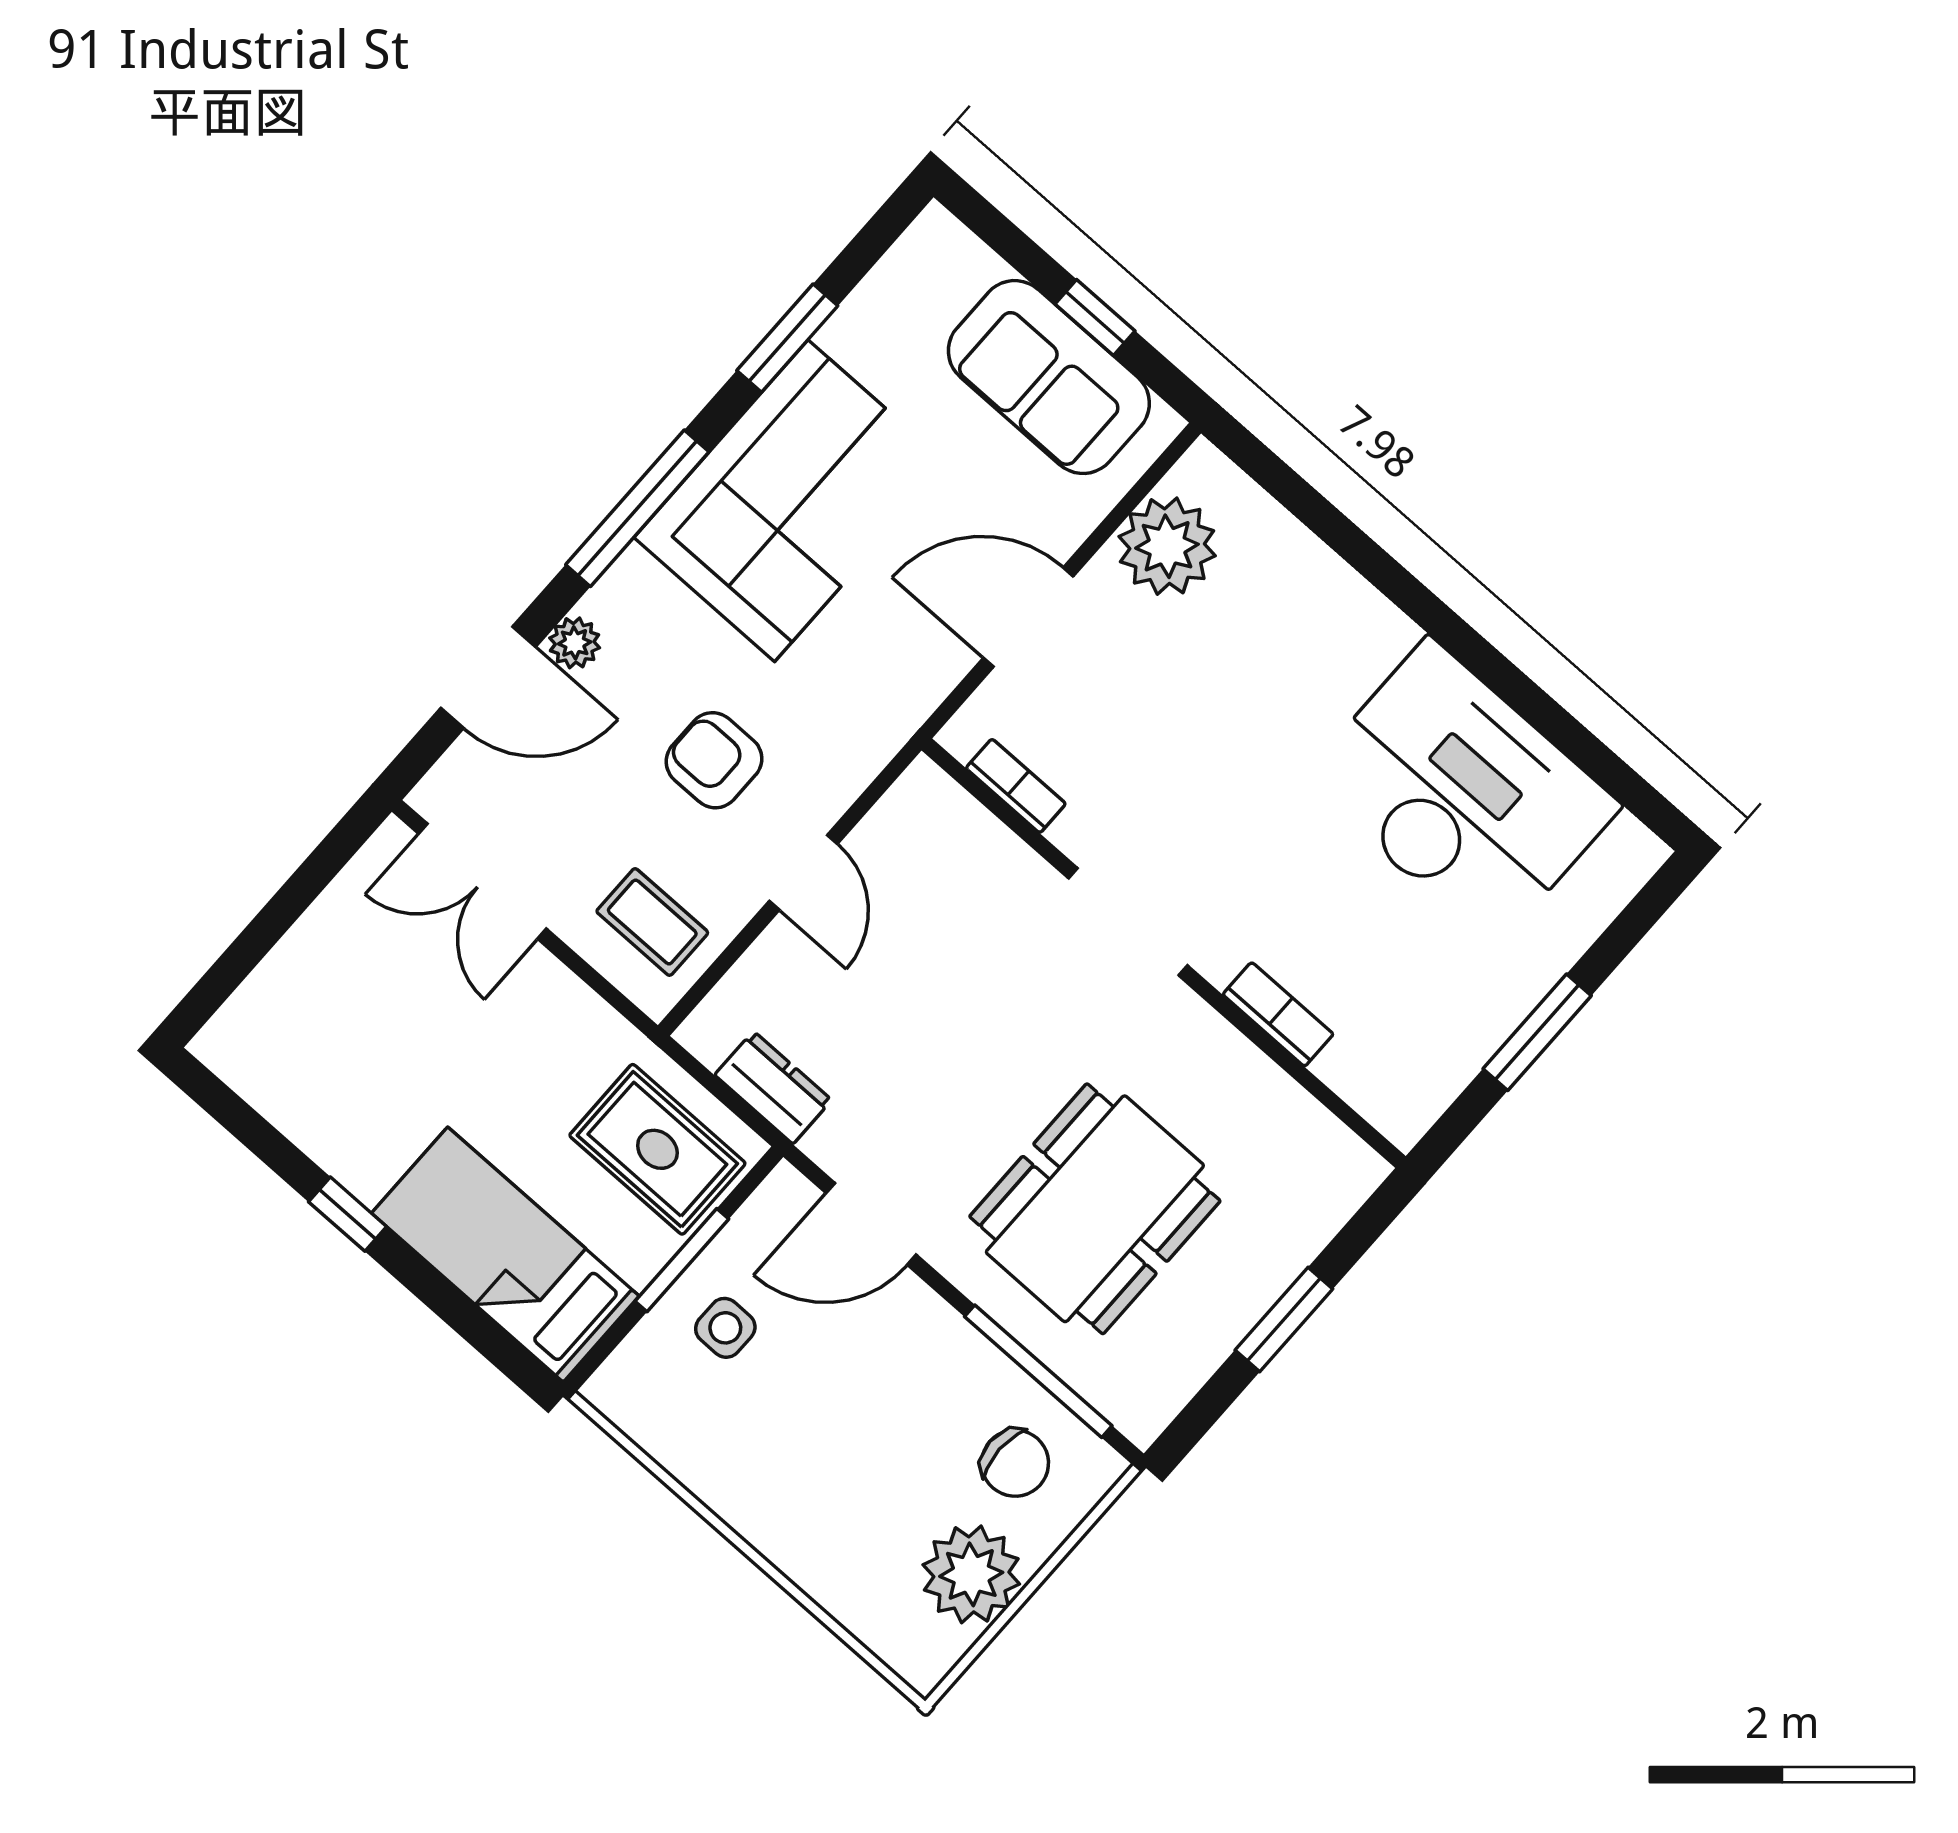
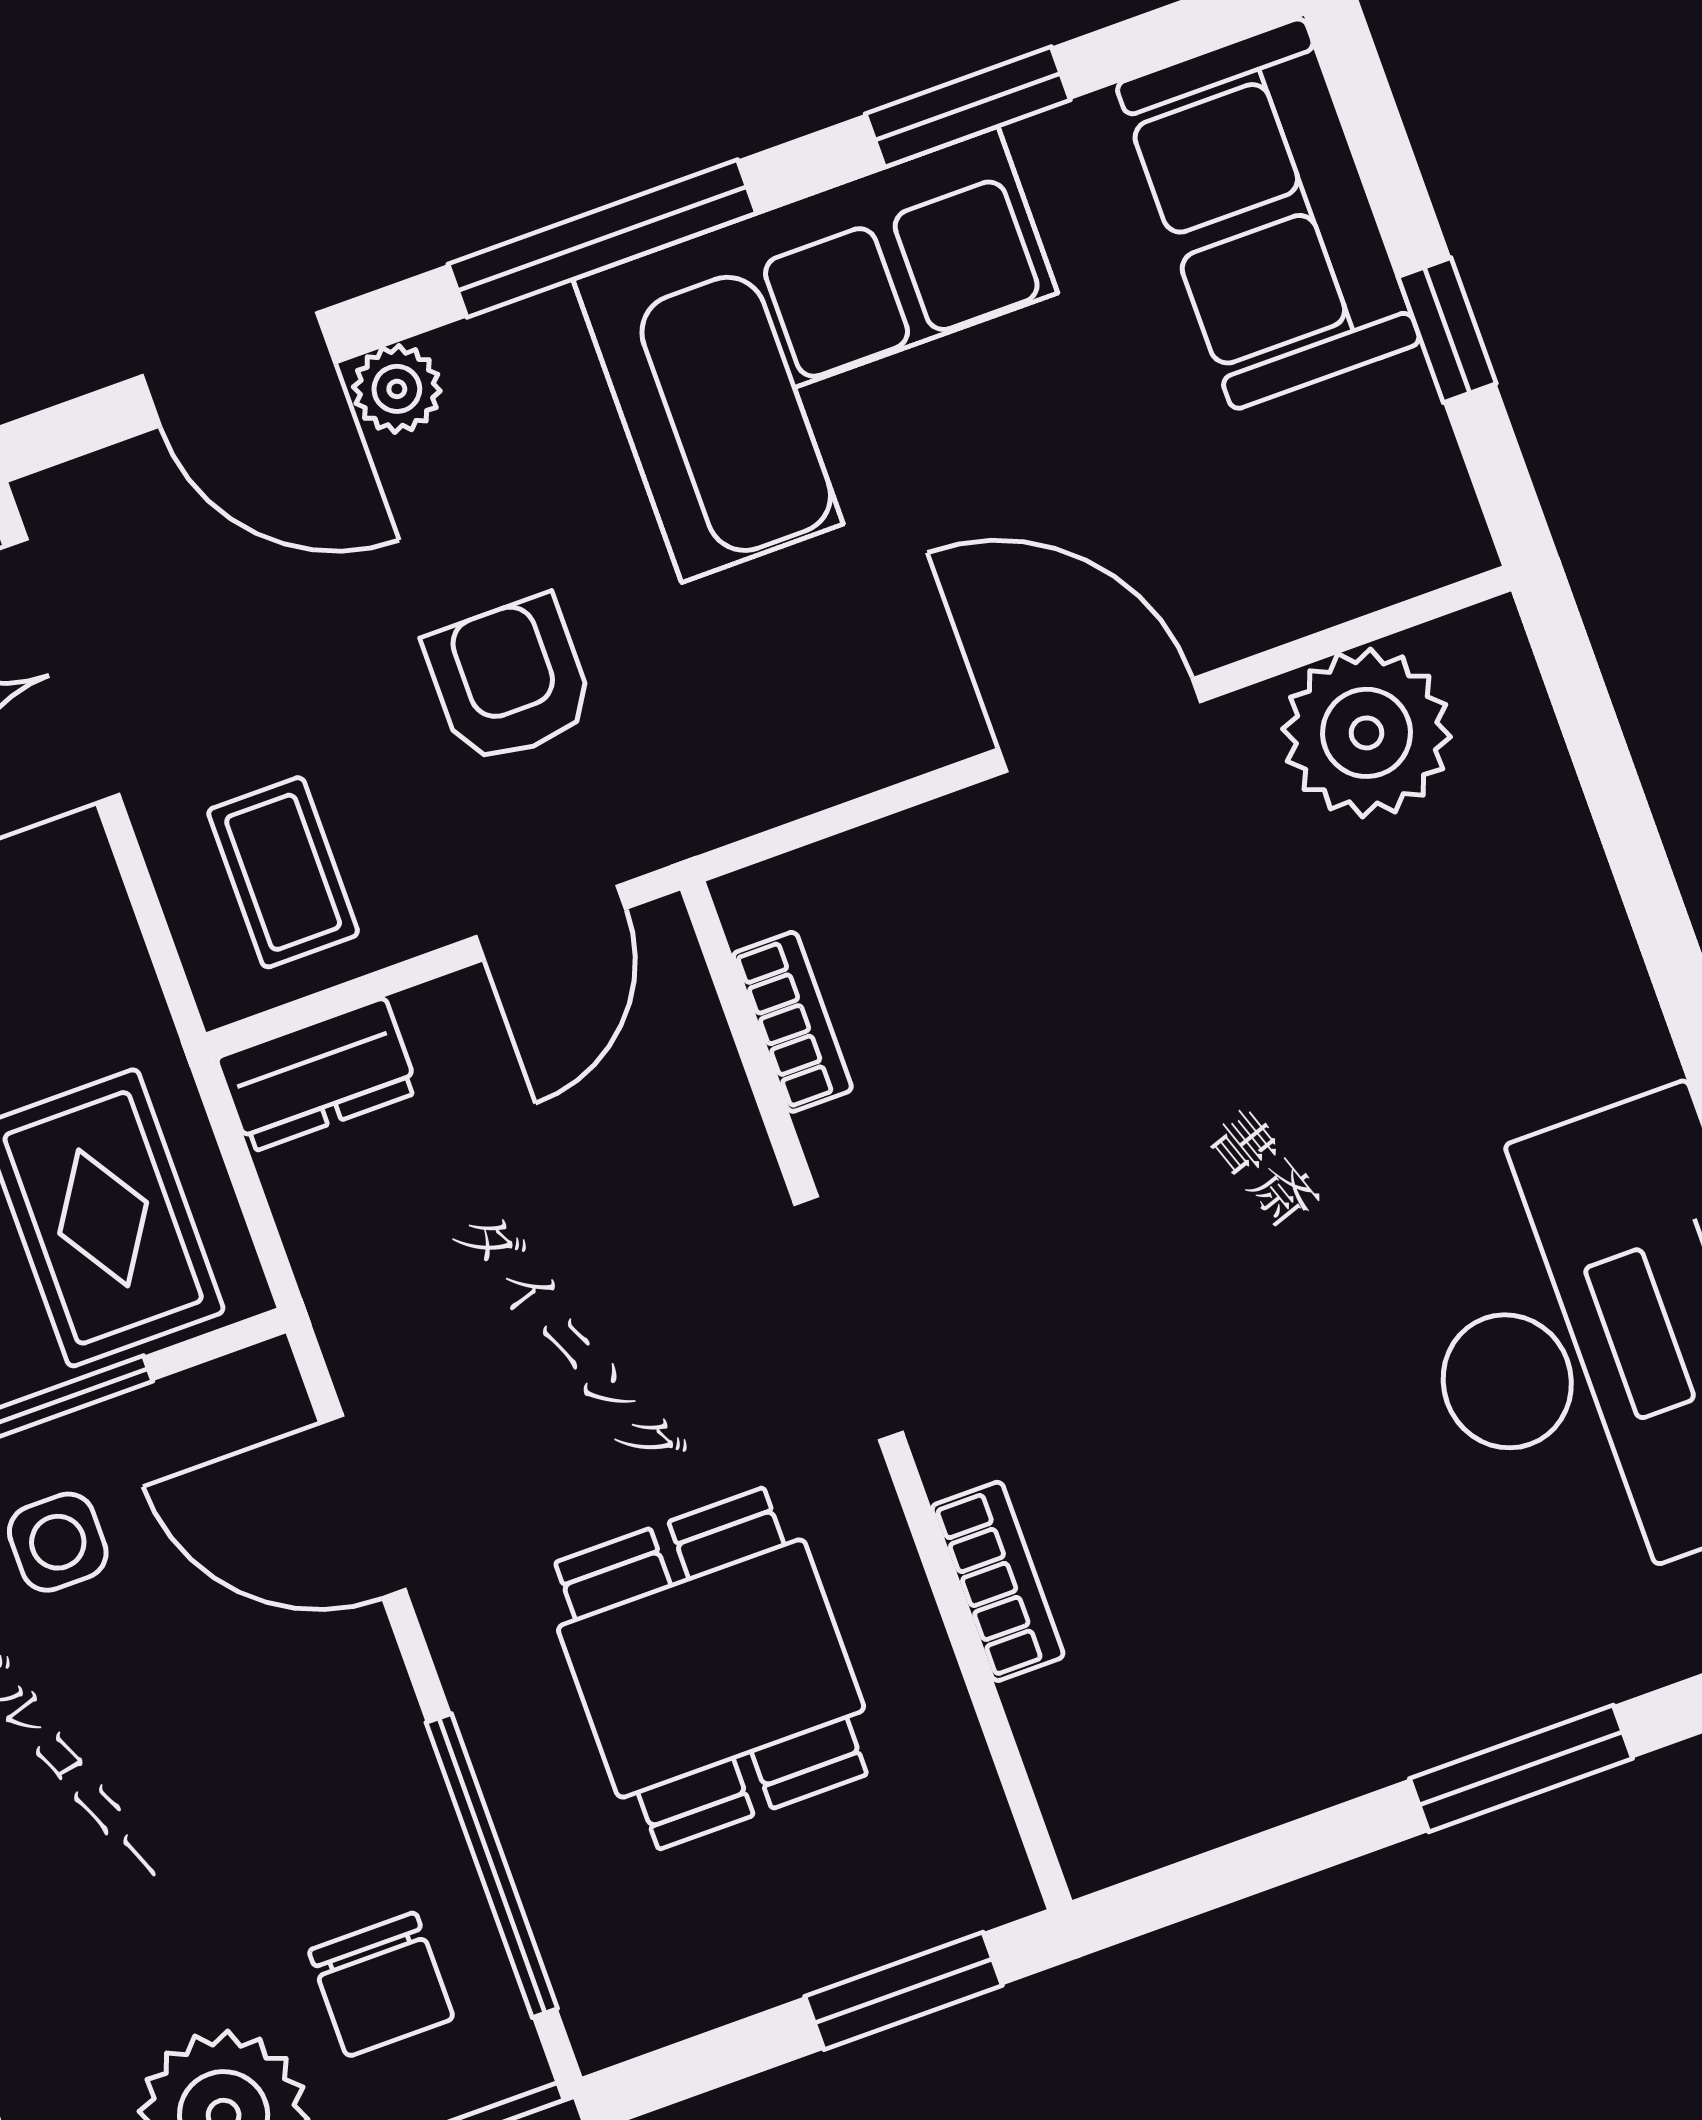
sofa: (1049, 377) -> (1268, 214), moved
bookcase: (1016, 786) -> (792, 1022), moved
doorway: (1128, 922) -> (849, 1318), moved
wall: (1164, 953) -> (876, 1395), moved
bookcase: (1278, 1014) -> (998, 1581), moved
dresser: (773, 1088) -> (317, 1075), moved, turned 90
dining table: (1095, 1209) -> (711, 1668), width x0.73

